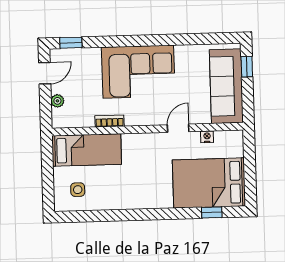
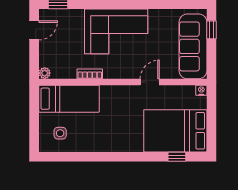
plant: (57, 101) -> (45, 73), moved
nightstand: (207, 137) -> (201, 90), moved

